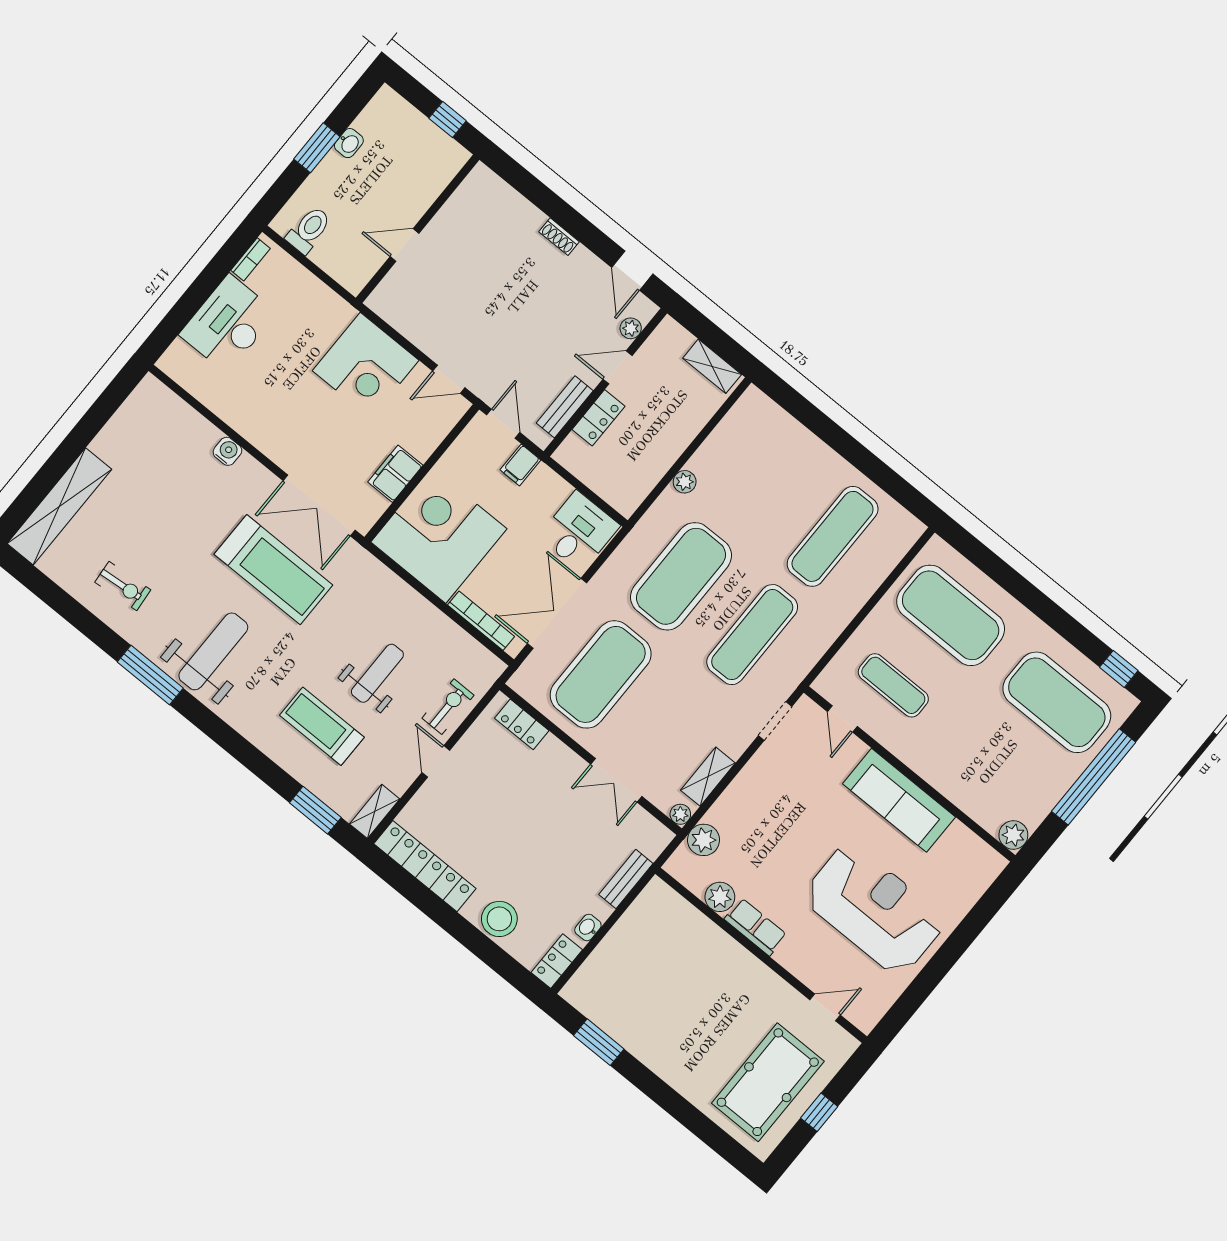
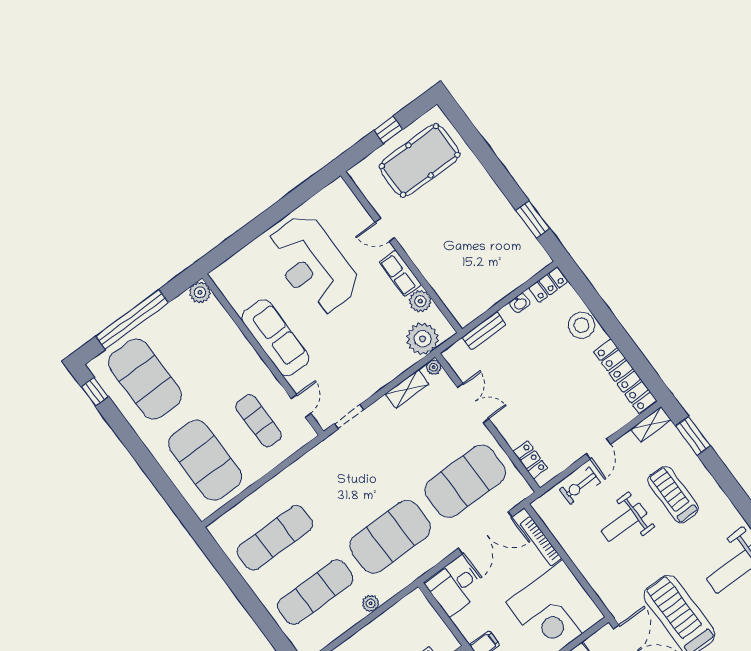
exercise mat: (752, 635) -> (315, 592), moved
treadmill: (322, 726) -> (673, 495), turned 180
plant: (704, 840) -> (423, 339), width x1.36, depth x1.36
door: (825, 1007) -> (385, 230), moved

